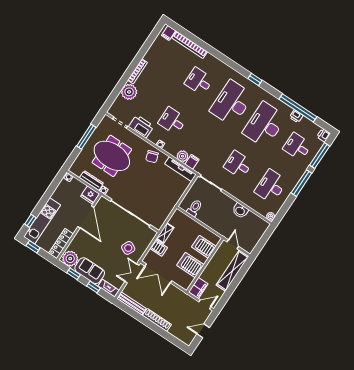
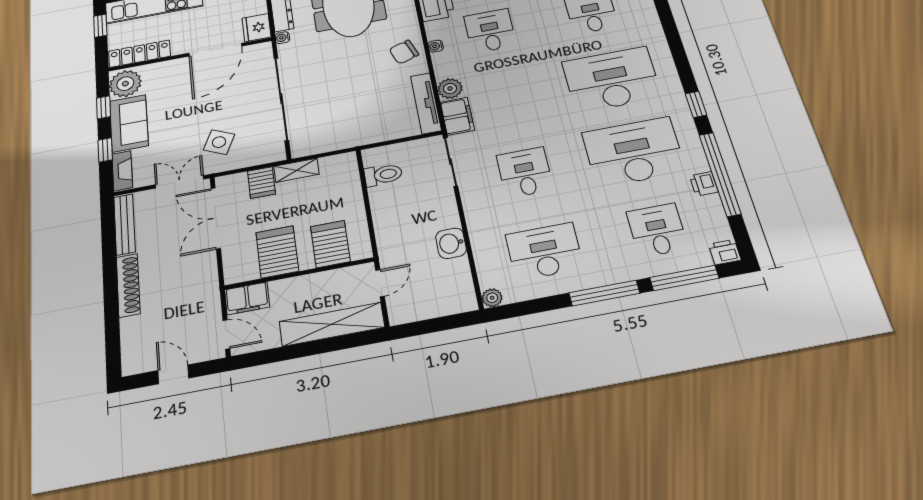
window: (255, 79) -> (696, 104), moved
filing cabinet: (192, 162) -> (457, 116), width x2.00

